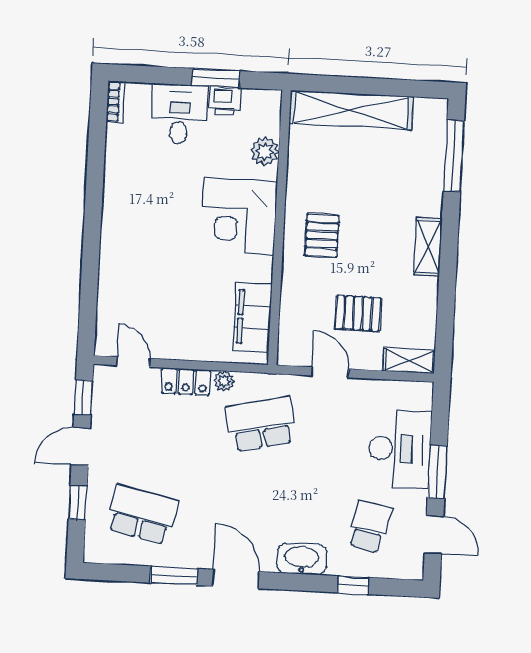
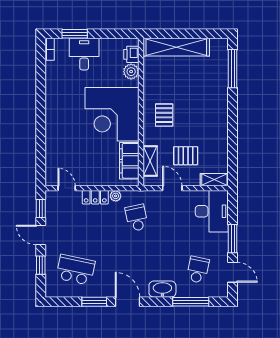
window: (216, 78) -> (75, 34), moved
printer: (225, 101) -> (131, 54), moved, turned 90
corner desk: (239, 216) -> (112, 114), width x1.36, depth x1.36
shelving: (428, 247) -> (150, 161), moved
school desk: (261, 424) -> (137, 218), width x0.54
door: (81, 446) -> (41, 235), hinge flipped
desk: (400, 449) -> (212, 211), moved
window: (353, 585) -> (191, 302), width x2.17

